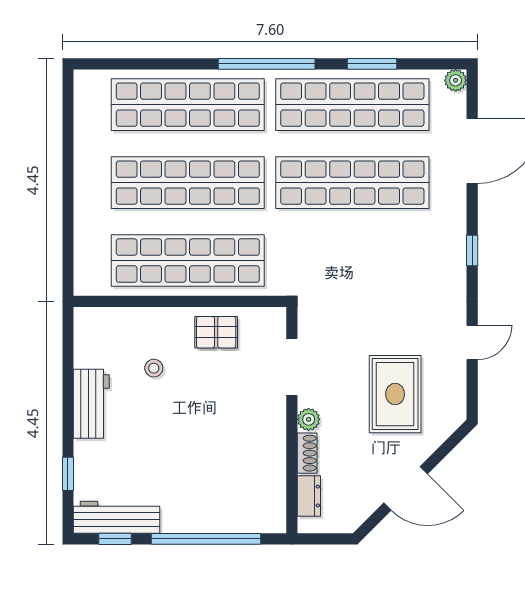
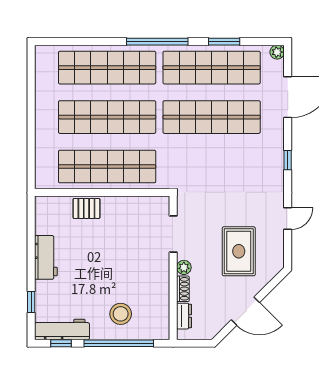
pallet: (216, 332) -> (86, 208), moved
stool: (154, 368) -> (121, 314), moved, width x1.89, depth x1.89

